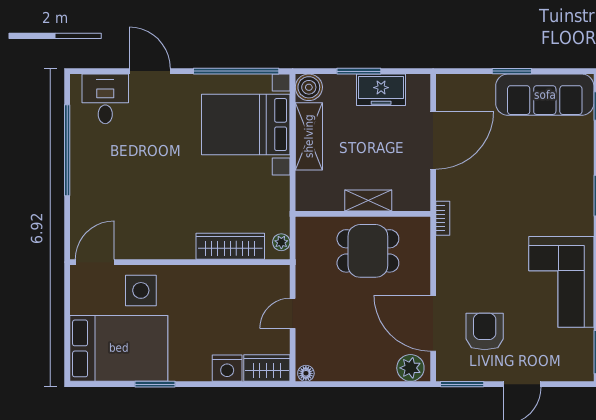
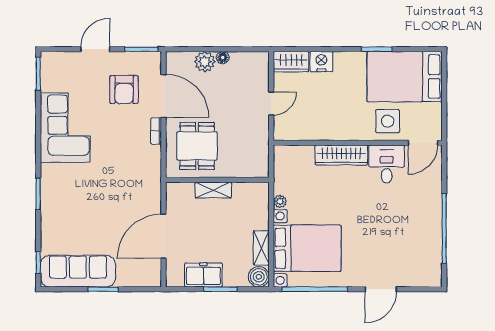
door: (150, 71) -> (381, 289), hinge flipped
desk: (105, 99) -> (387, 164), moved, turned 180
shelving: (309, 136) -> (261, 248), width x0.67, depth x0.75
bookcase: (443, 218) -> (156, 131), moved
plant: (281, 242) -> (280, 201), moved
wardrobe: (230, 246) -> (341, 155), moved
dining table: (368, 251) -> (197, 146), moved, turned 90
plant: (410, 368) -> (205, 62), moved
floor lamp: (306, 373) -> (223, 58), moved

